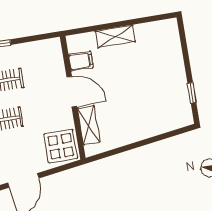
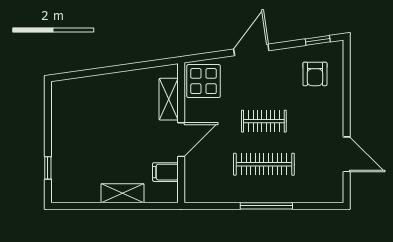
door: (72, 92) -> (181, 140), swing flipped
window: (192, 93) -> (48, 168), moved

